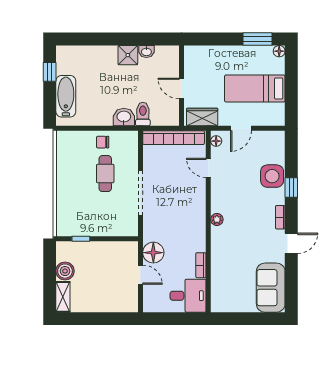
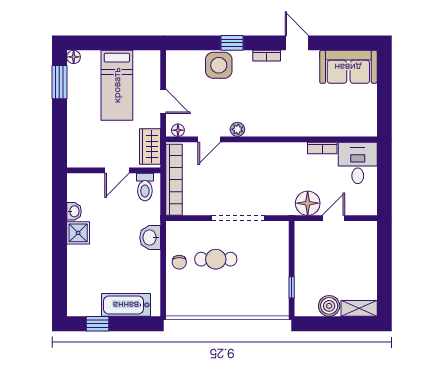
toilet: (143, 114) -> (145, 187), moved, turned -90
plant: (217, 219) -> (237, 129), moved

